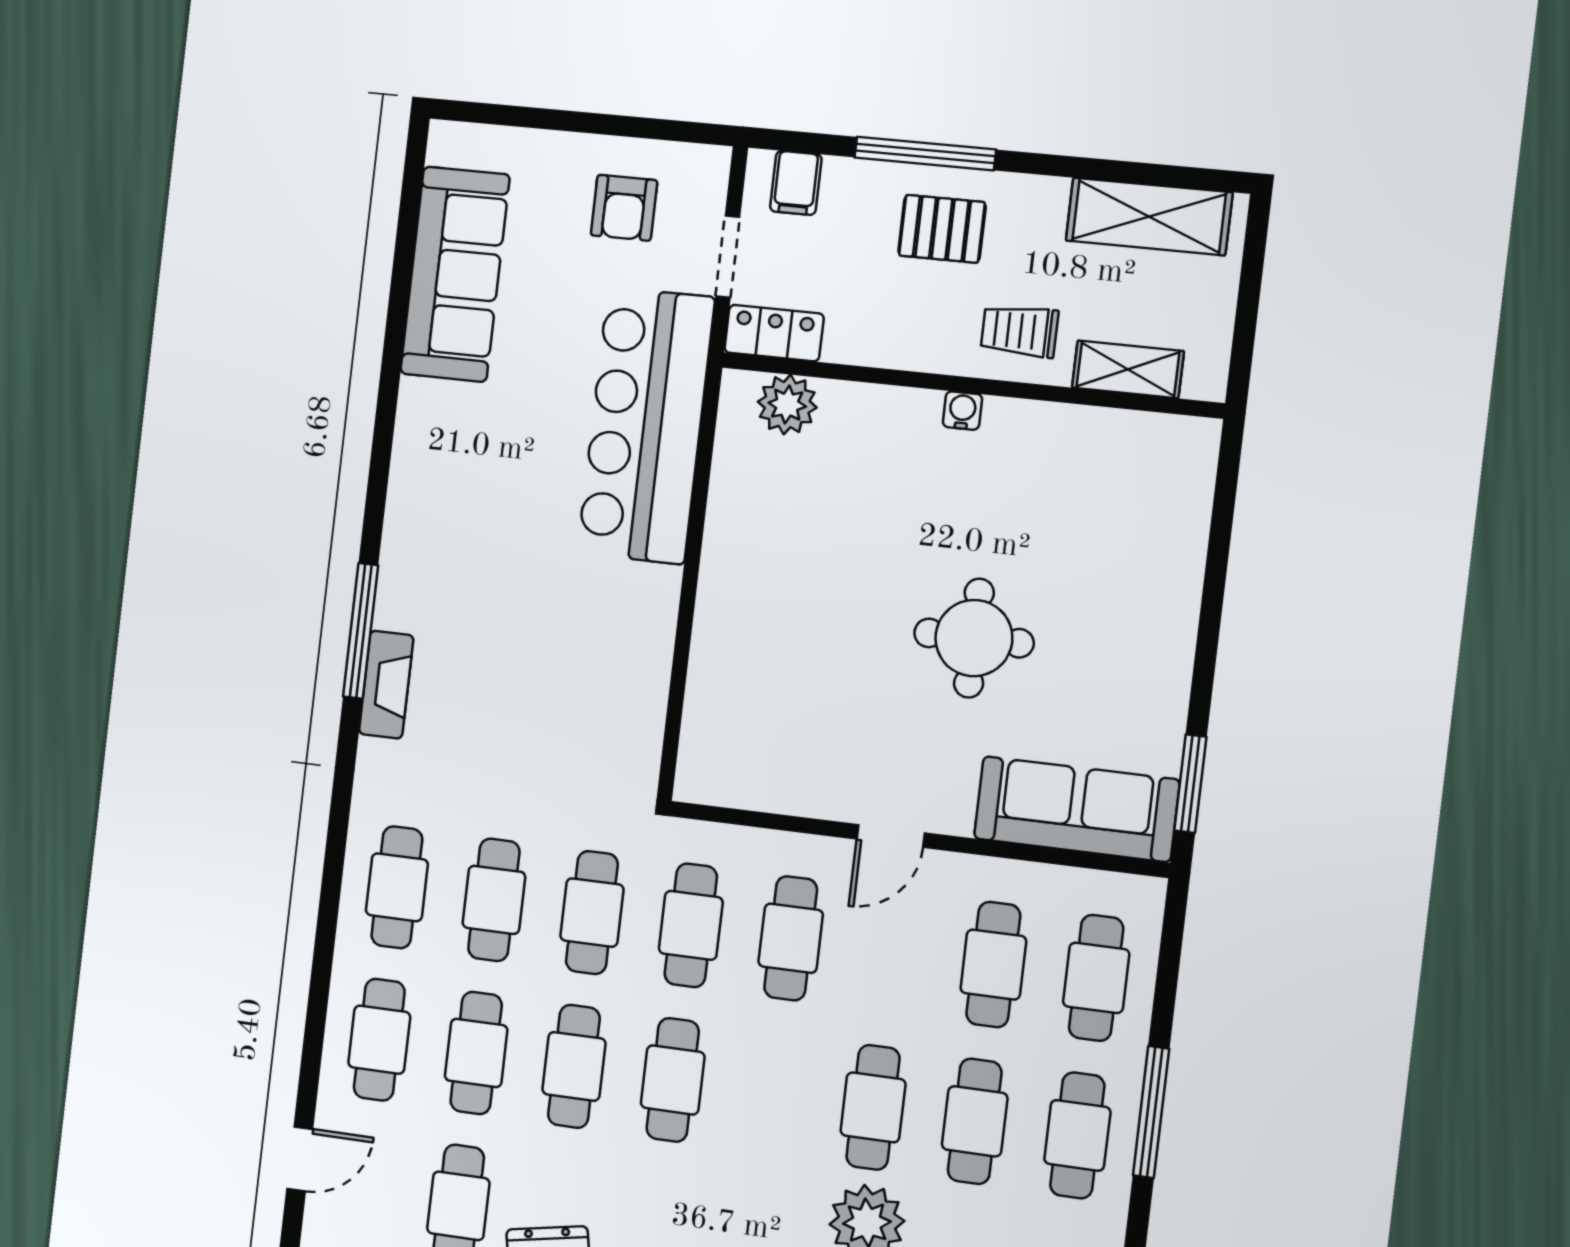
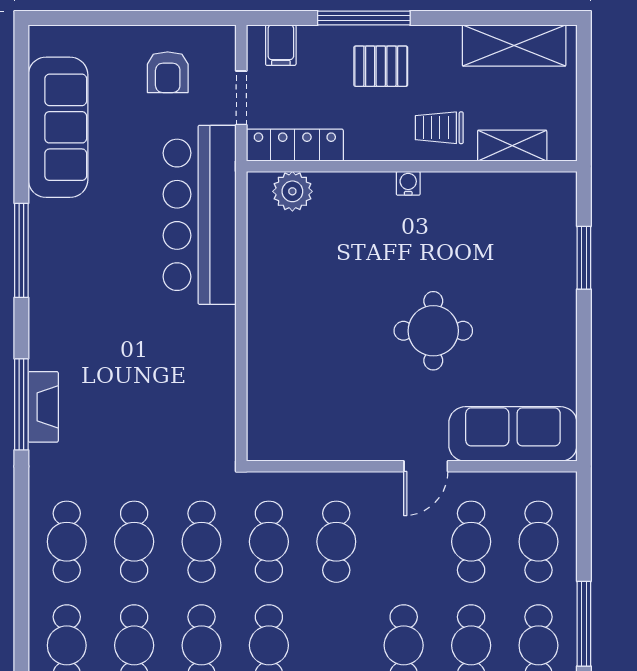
locker: (774, 333) -> (295, 145), width x1.53
window: (381, 451) -> (21, 250), added
window: (361, 631) -> (21, 404), moved
window: (1190, 784) -> (584, 258), moved
door: (891, 836) -> (426, 466), moved

